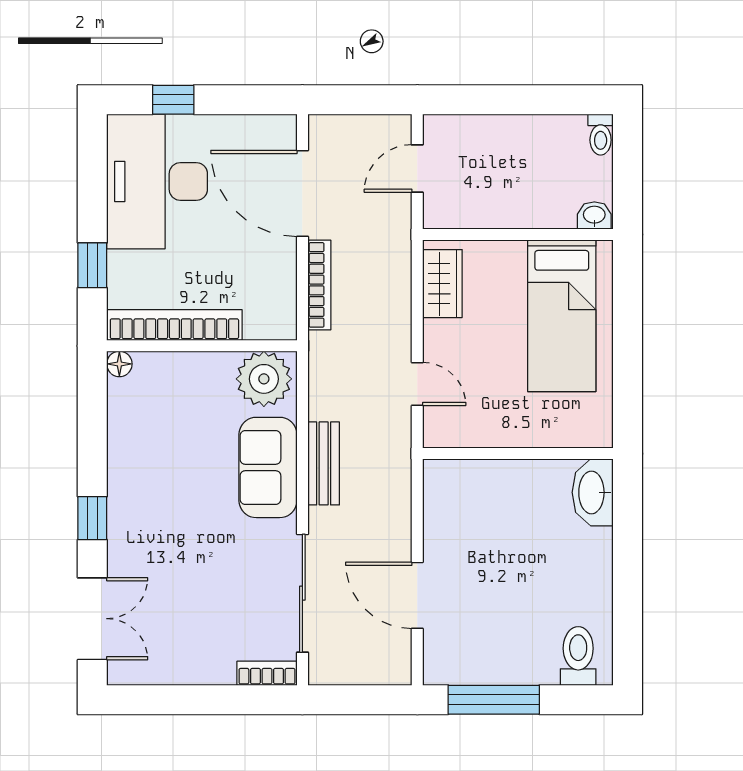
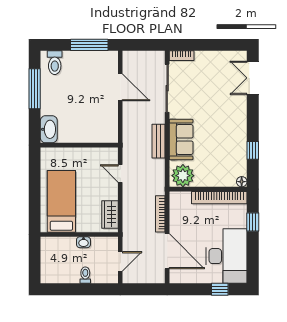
toilet: (601, 135) -> (85, 275), moved
washbasin: (594, 215) -> (83, 242), moved
window: (92, 518) -> (253, 150), moved
window: (627, 592) -> (35, 89), added

